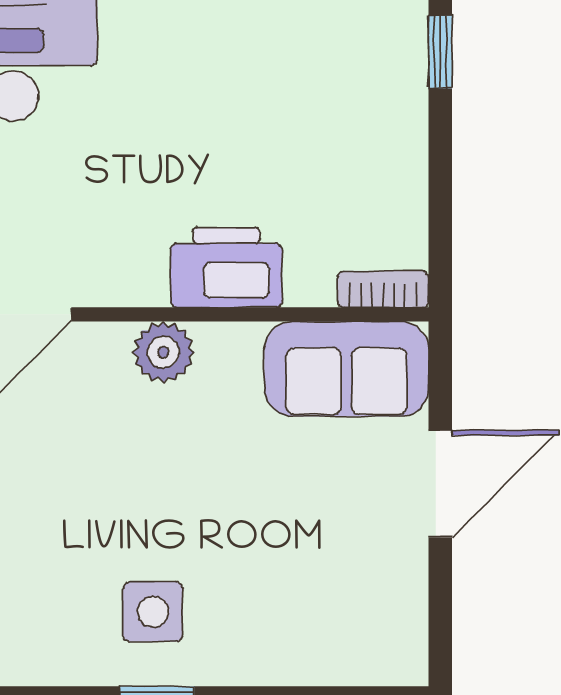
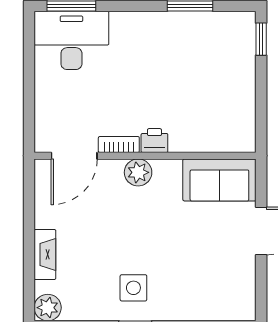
printer: (226, 267) -> (154, 141), width x0.53, depth x0.68
bookcase: (383, 289) -> (119, 144), moved

